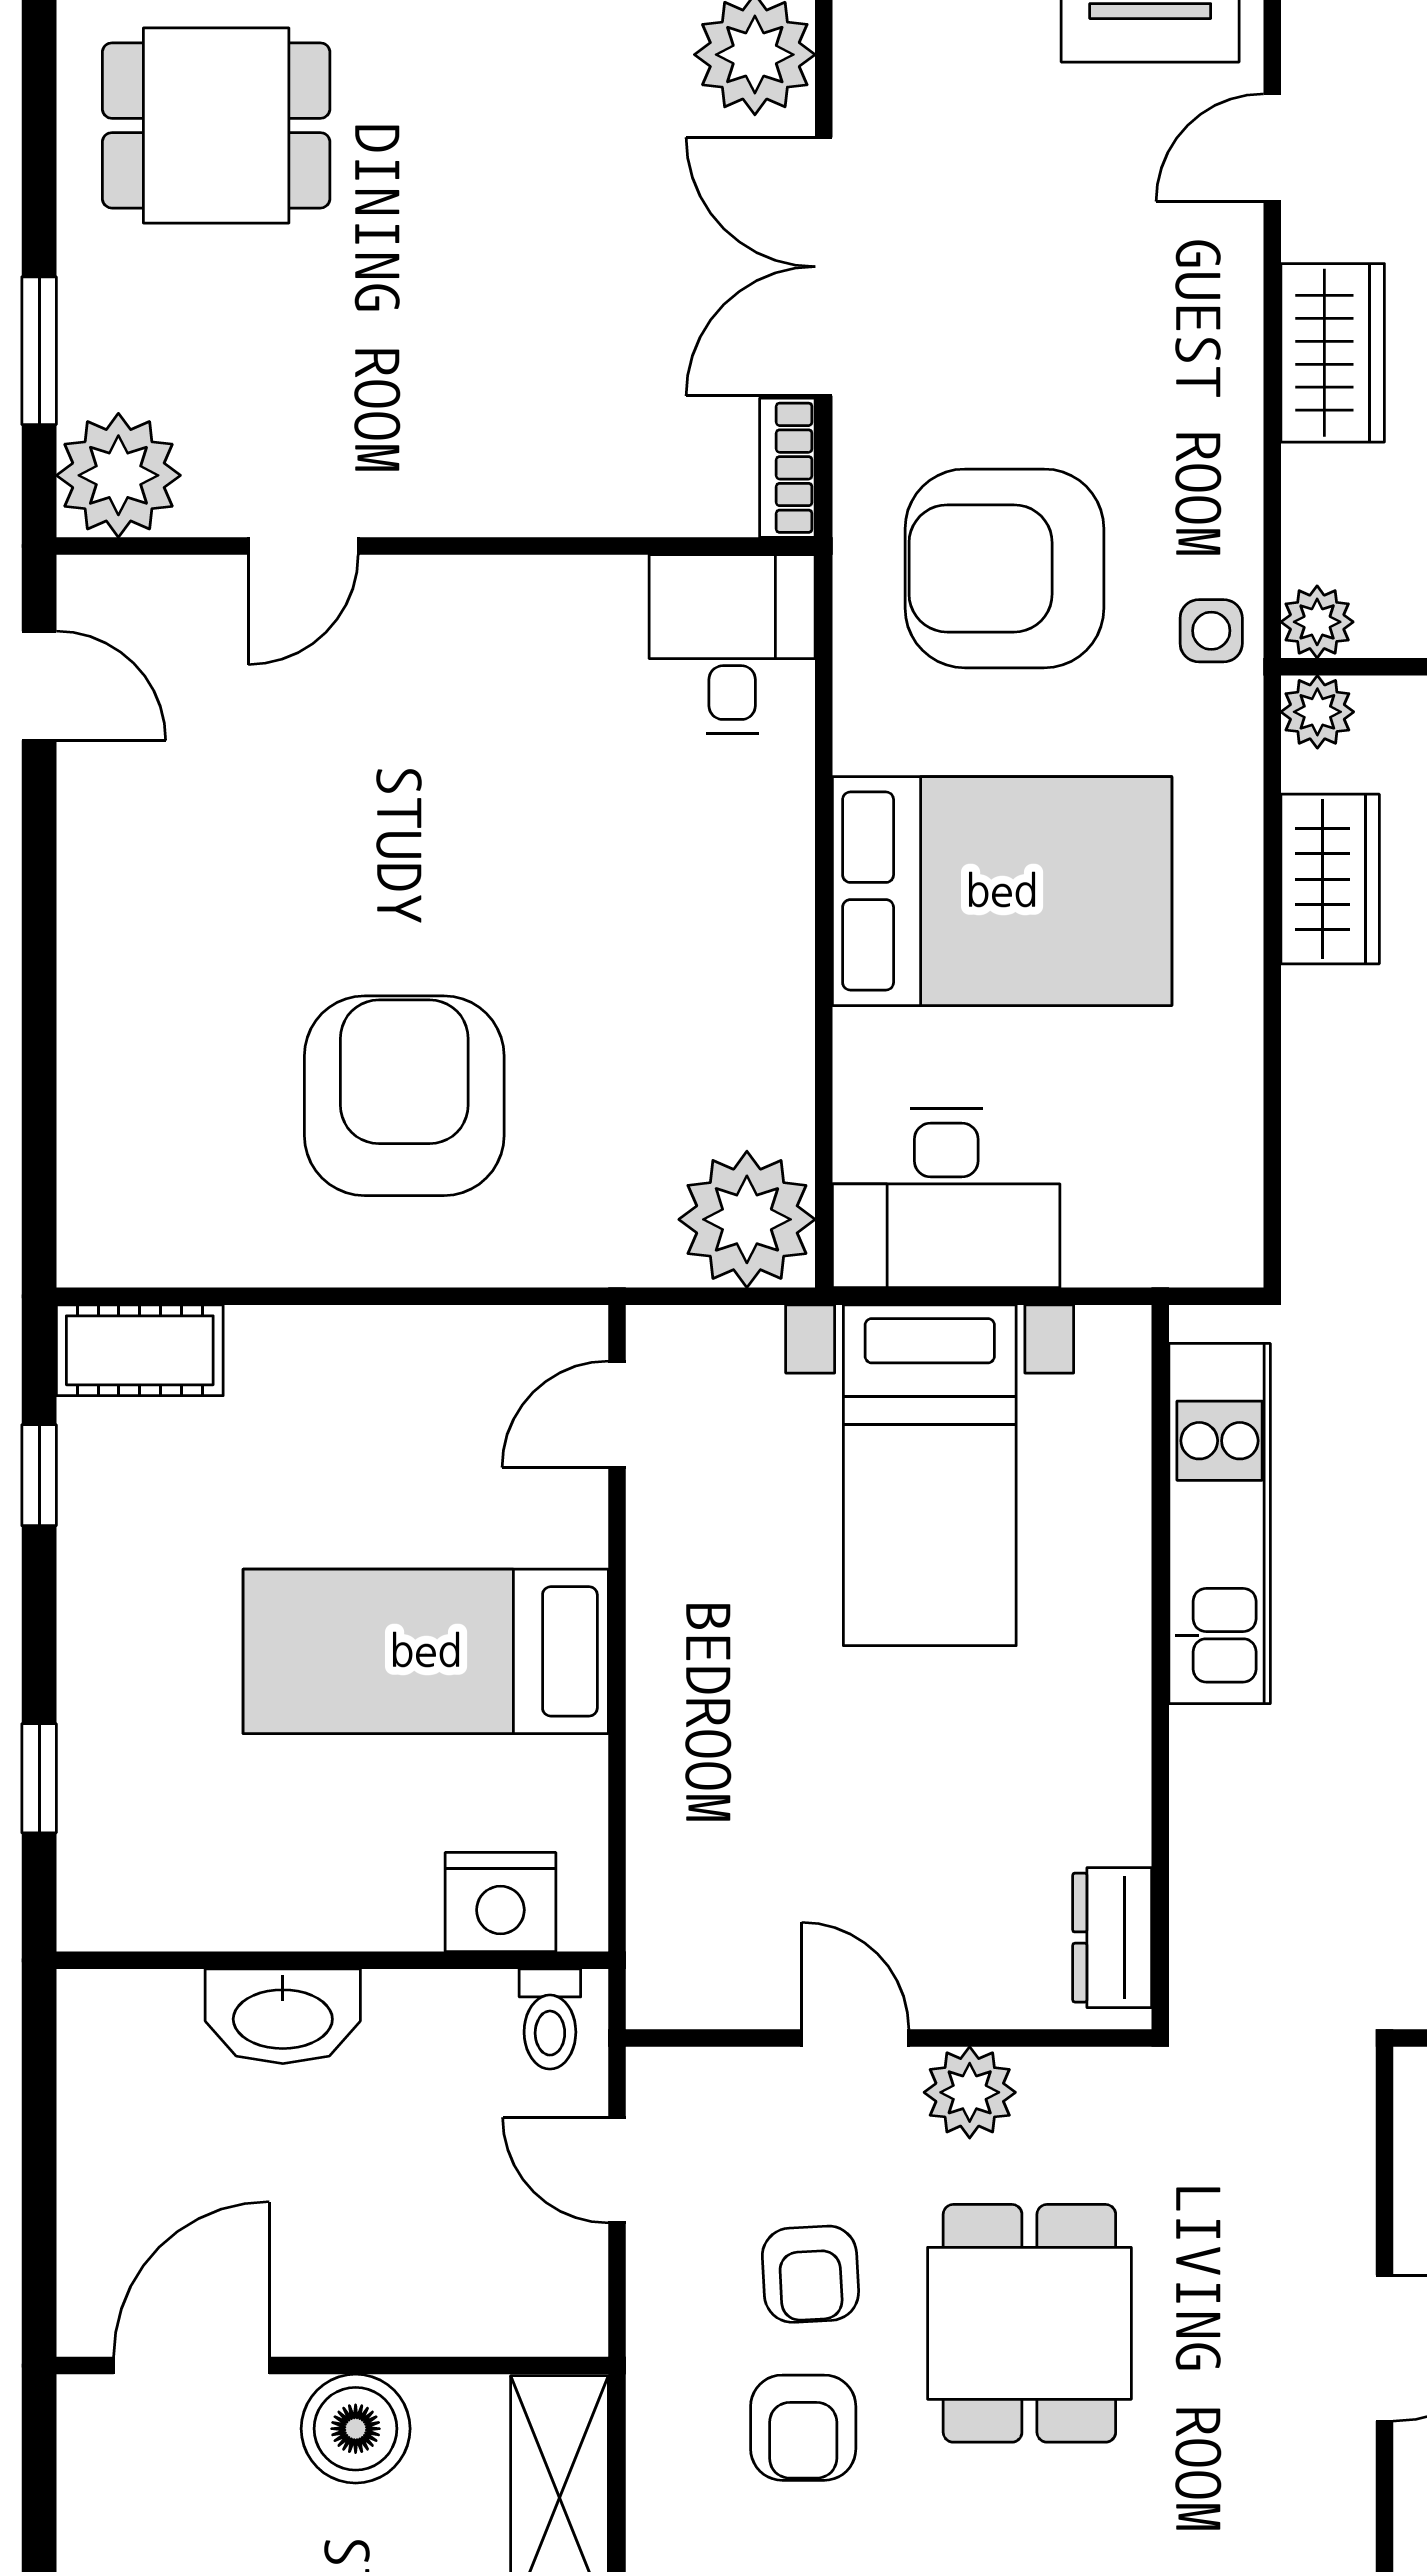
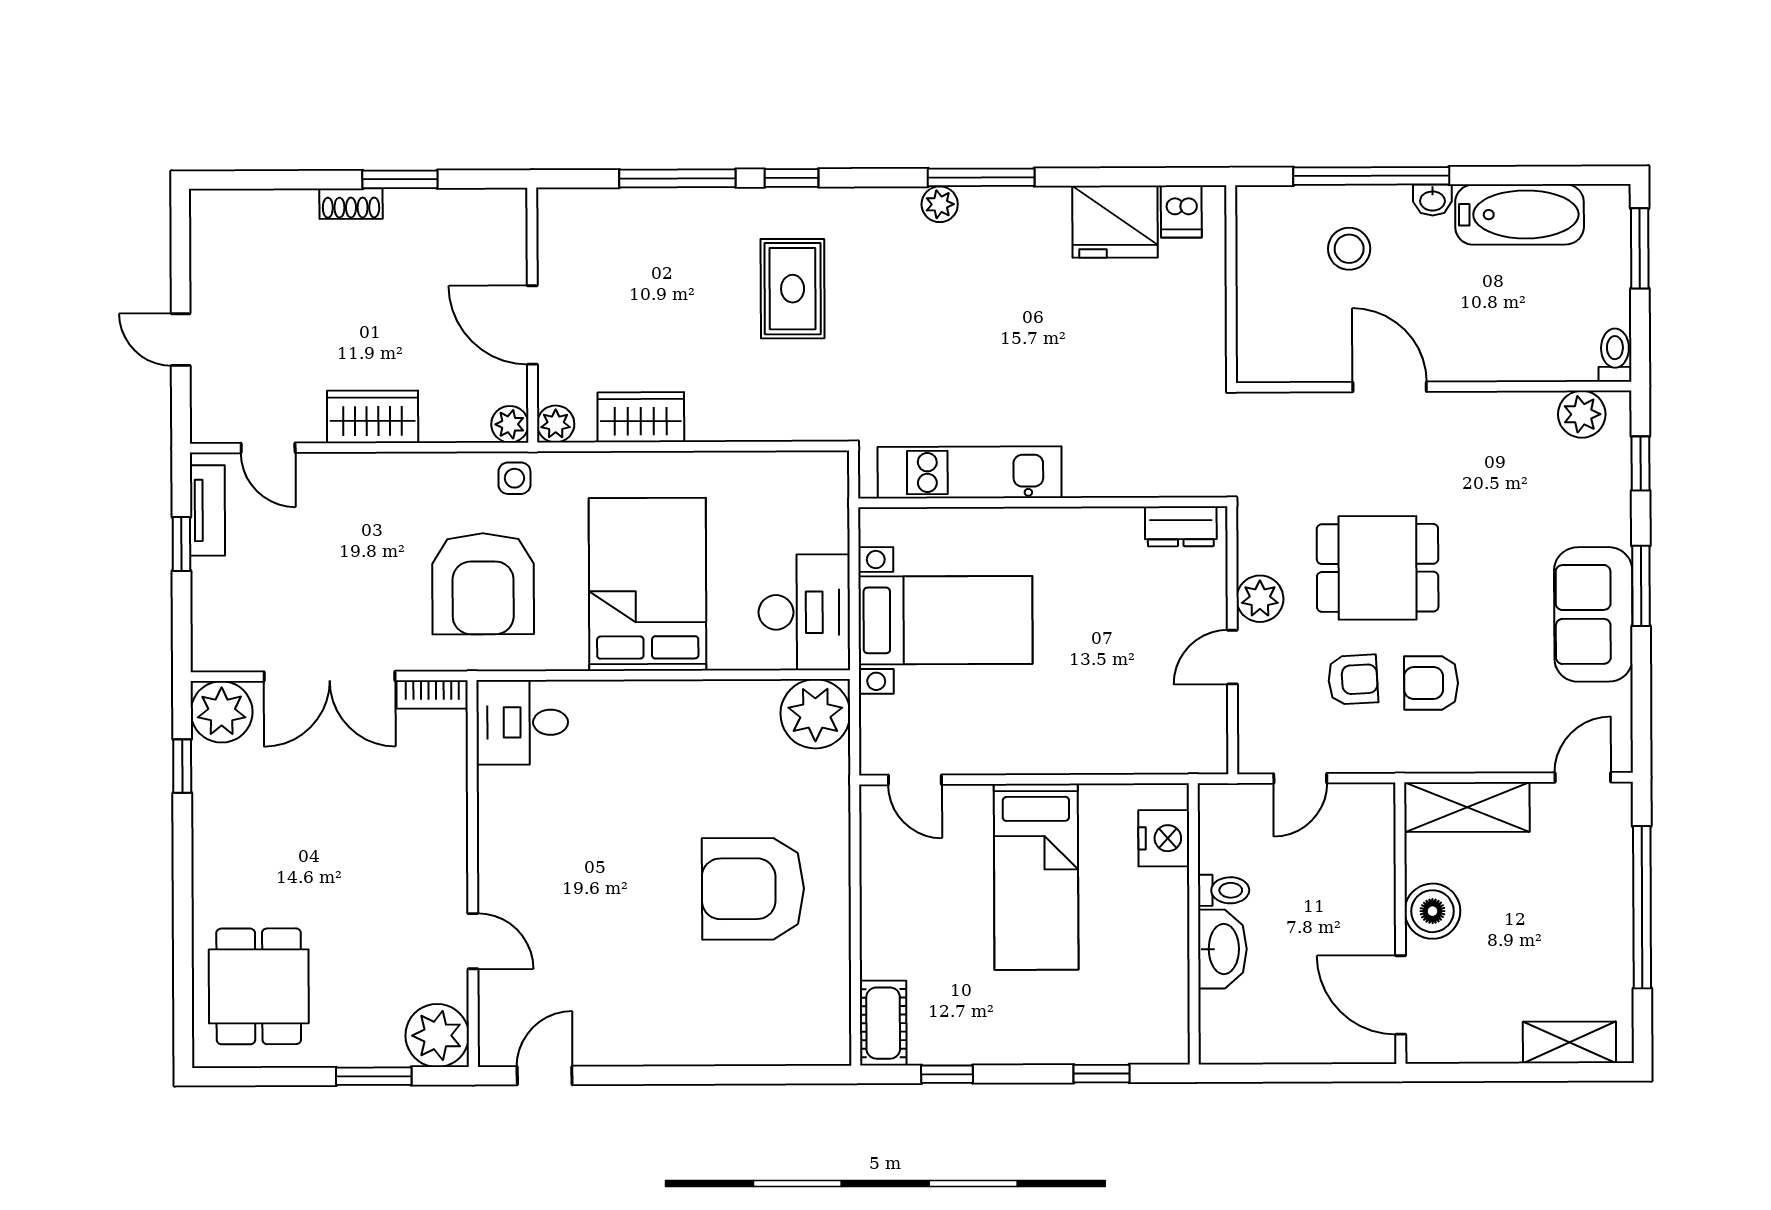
toilet: (550, 2019) -> (1224, 890), moved
armchair: (803, 2428) -> (1431, 683), turned 180

